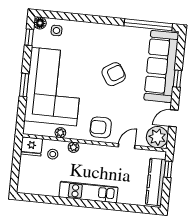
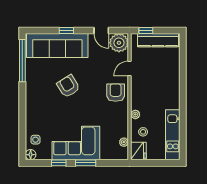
window: (29, 37) -> (59, 163), moved
corner sofa: (54, 87) -> (76, 143), width x0.73, depth x0.74
armchair: (101, 127) -> (116, 93), turned 180
plant: (60, 133) -> (124, 142), moved
door: (127, 146) -> (130, 68), hinge flipped
kitchen unit: (88, 192) -> (173, 135), moved

